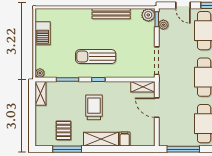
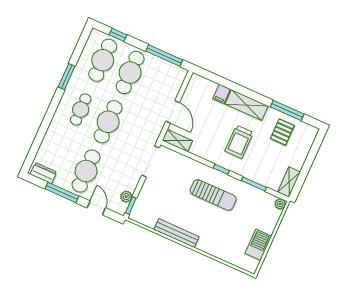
plant: (148, 15) -> (138, 214), removed

